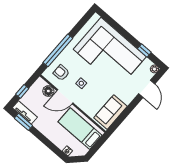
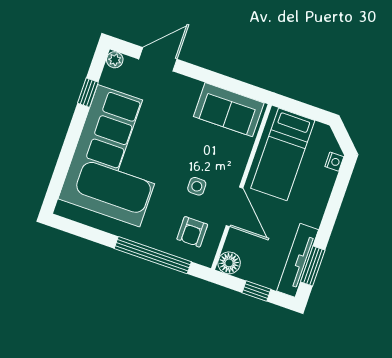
floor lamp: (48, 91) -> (229, 263), moved
tv unit: (25, 112) -> (298, 260), width x1.41

